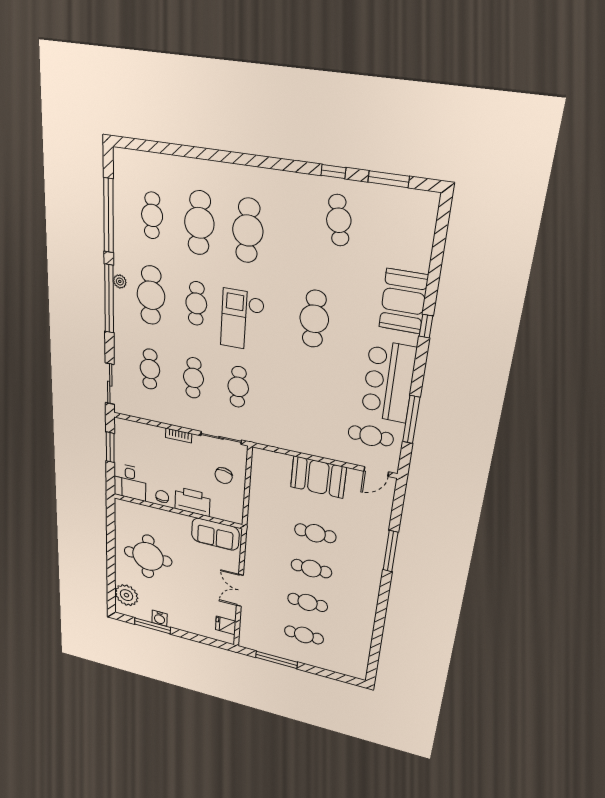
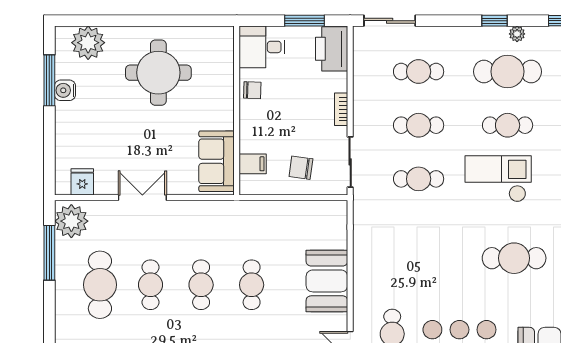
window: (109, 299) -> (495, 21), width x0.32
printer: (192, 502) -> (332, 49), moved, turned 180
filing cabinet: (219, 510) -> (253, 164), added
cafe table: (304, 635) -> (100, 285), width x1.37, depth x1.35
plant: (254, 640) -> (71, 221), added

